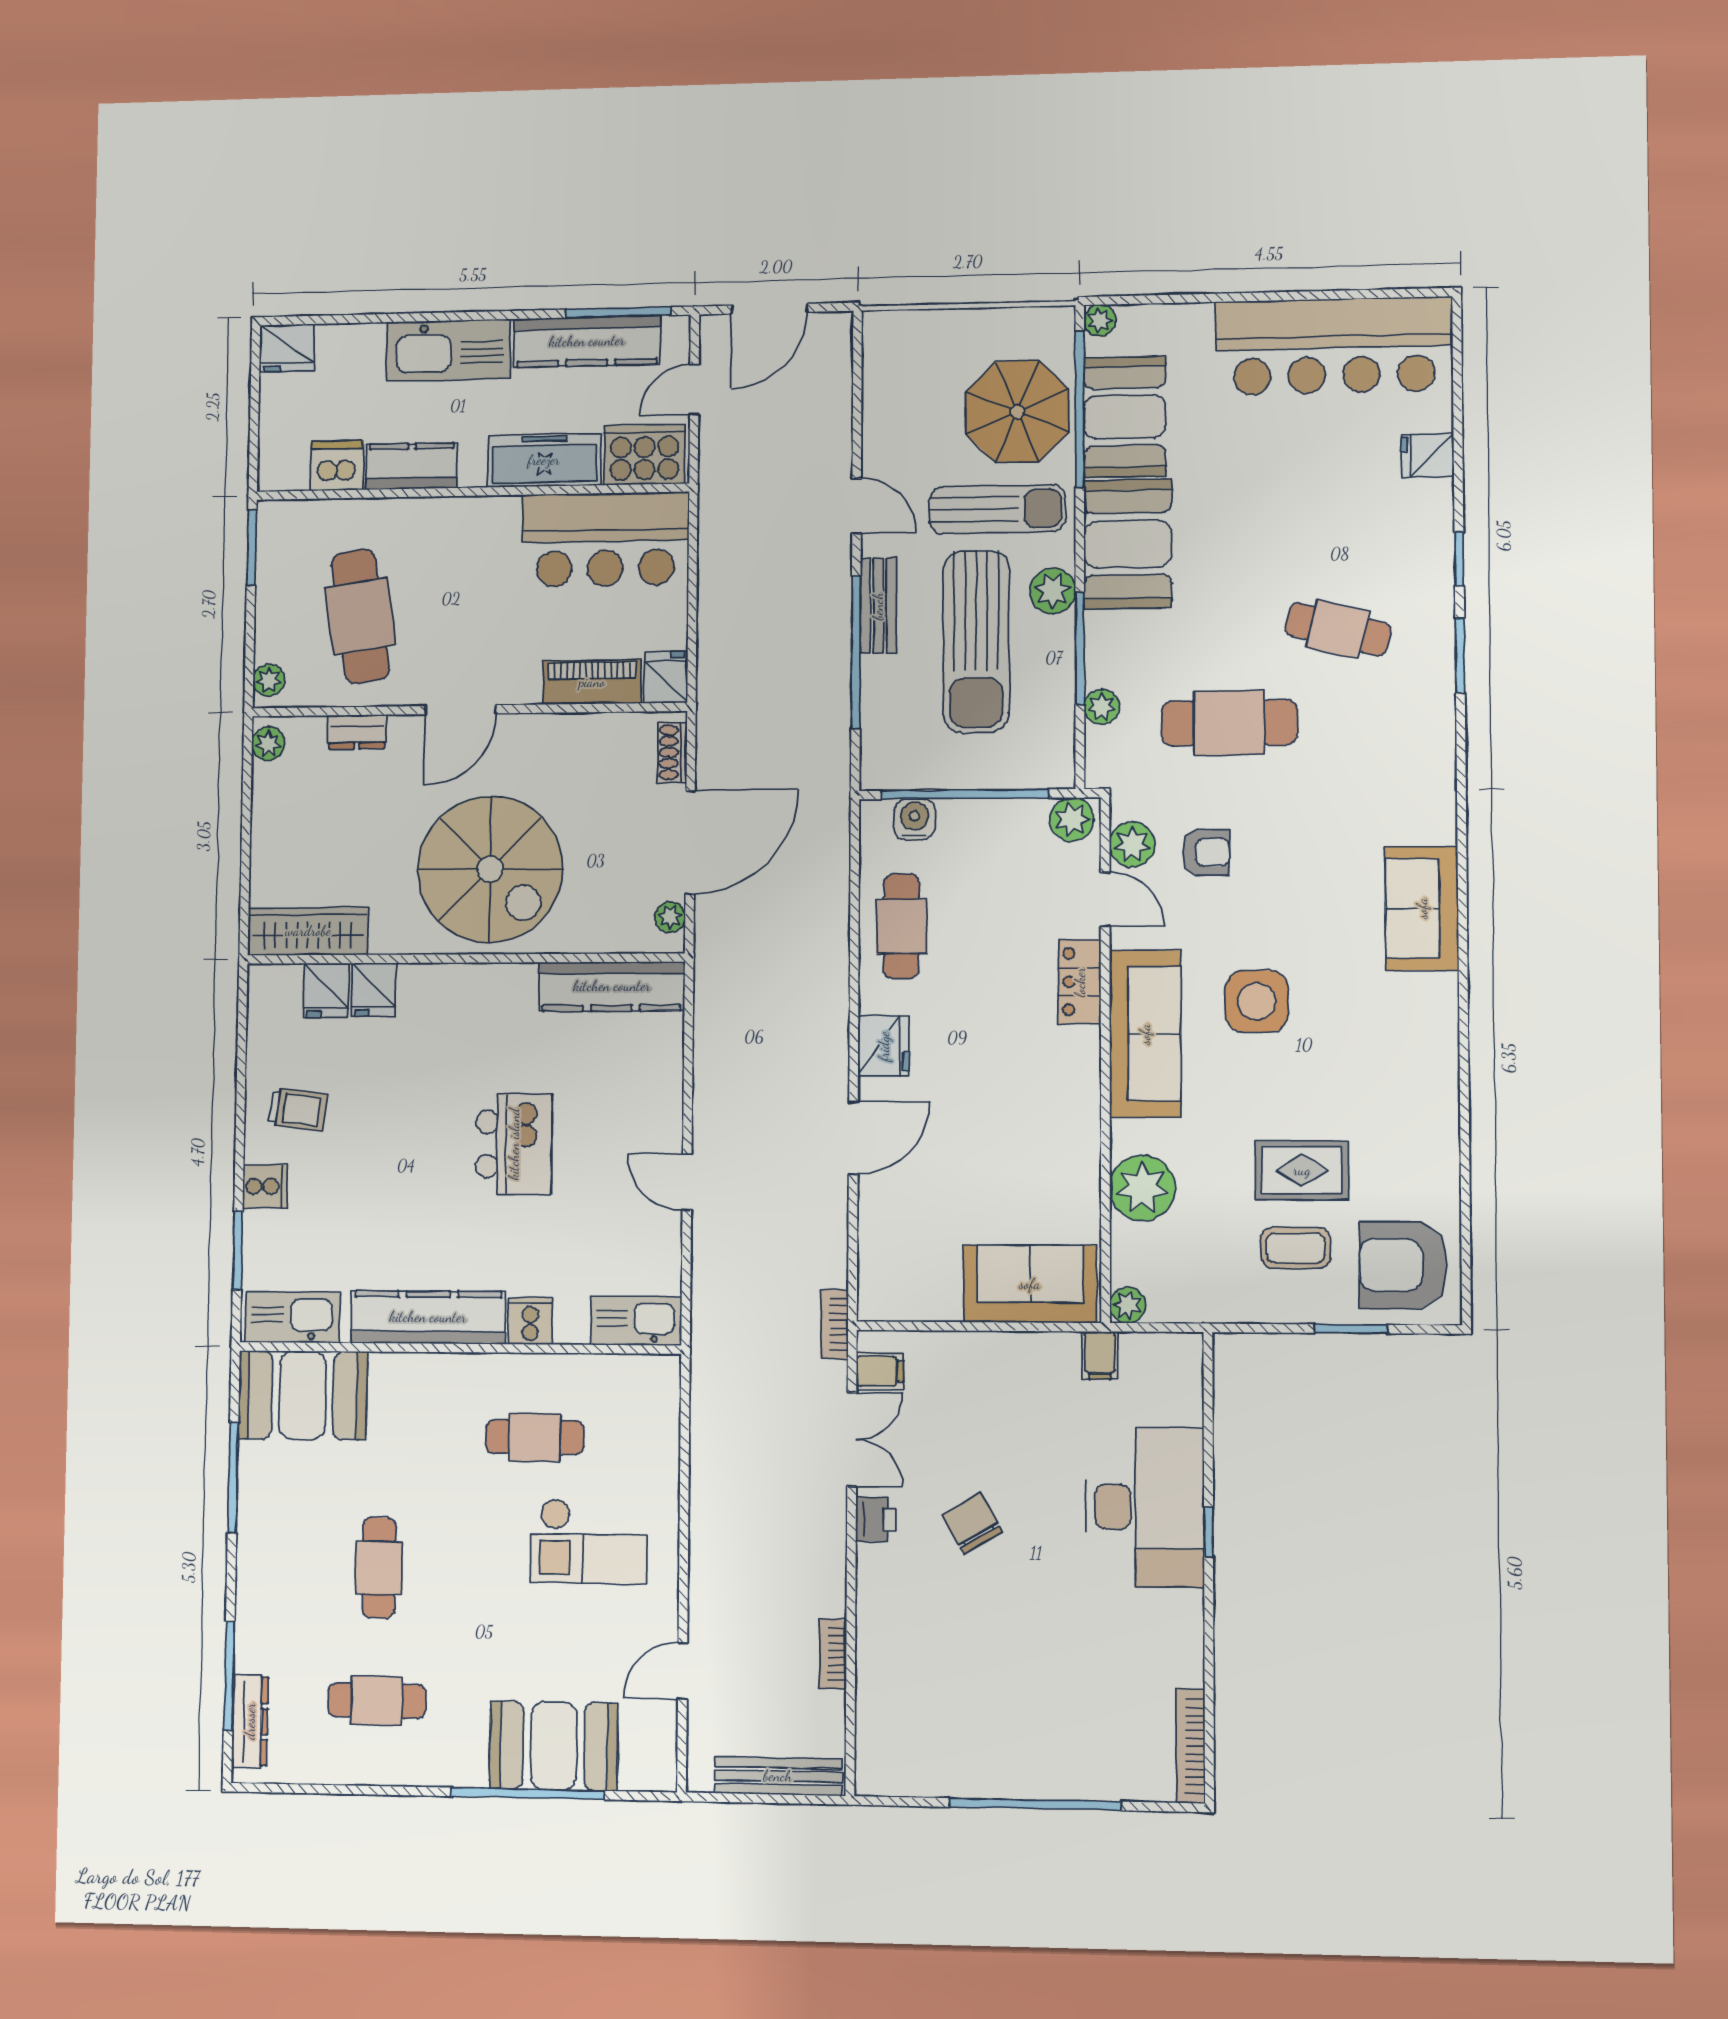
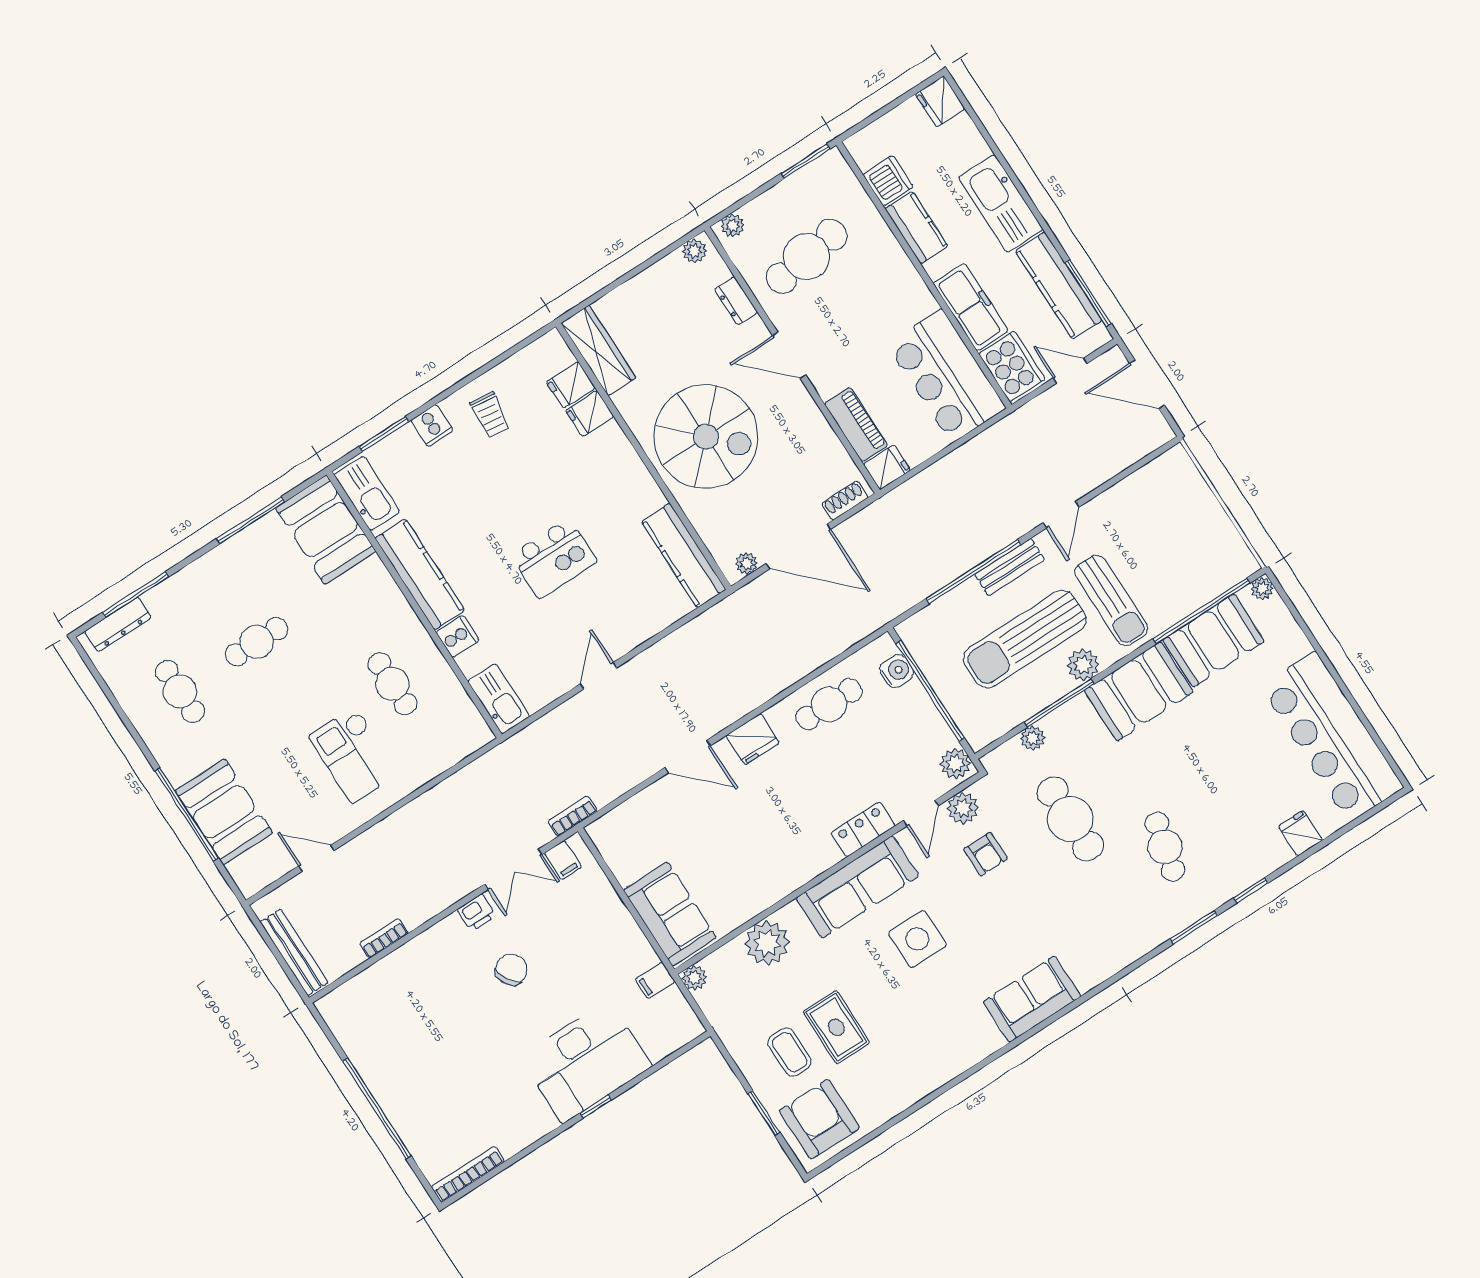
parasol: (1017, 412) -> (1177, 575), removed
spiral stairs: (490, 869) -> (706, 437), turned -90

